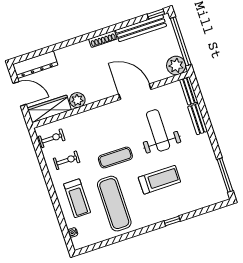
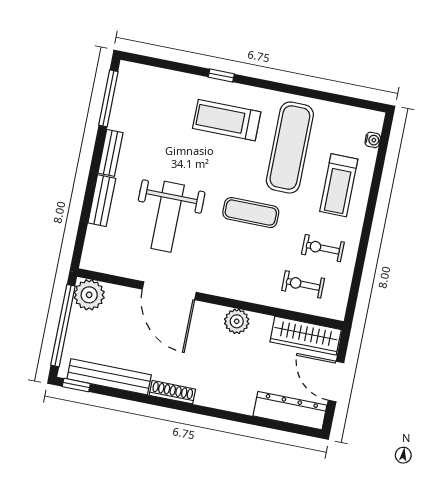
bench: (189, 91) -> (110, 153), moved
plant: (77, 100) -> (237, 321), moved
exercise bike: (52, 138) -> (303, 284), moved
treadmill: (159, 180) -> (227, 120), moved
treadmill: (77, 198) -> (339, 185), turned 180

